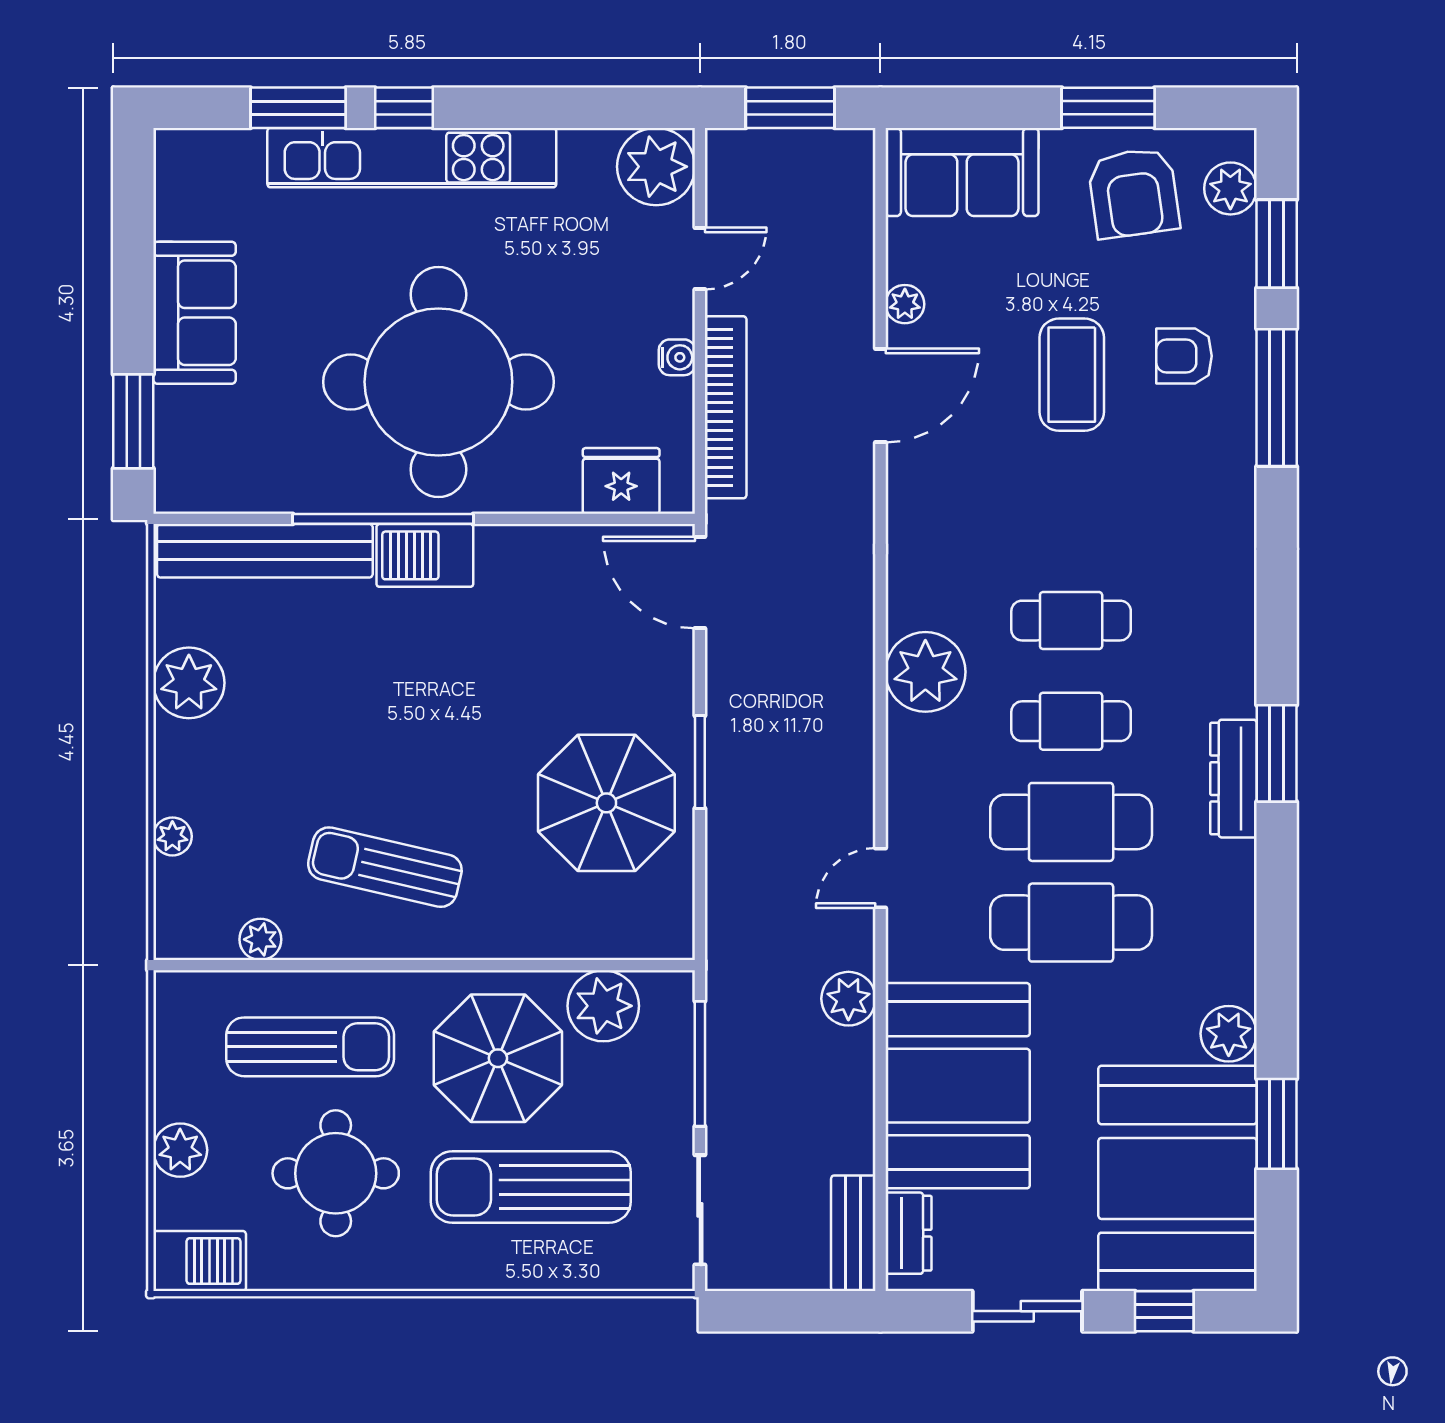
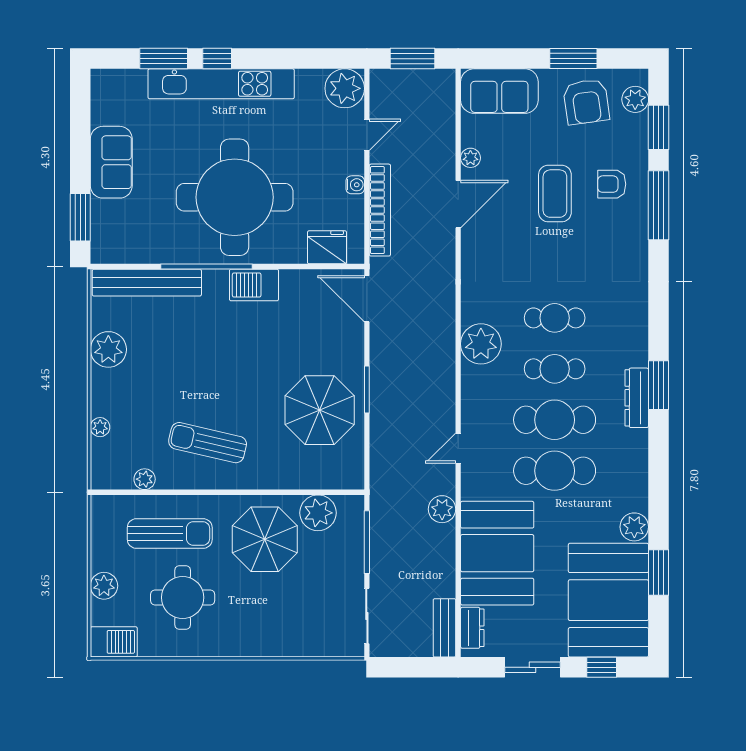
barbecue: (425, 555) -> (254, 285), moved
sun lounger: (531, 1187) -> (281, 604), removed

